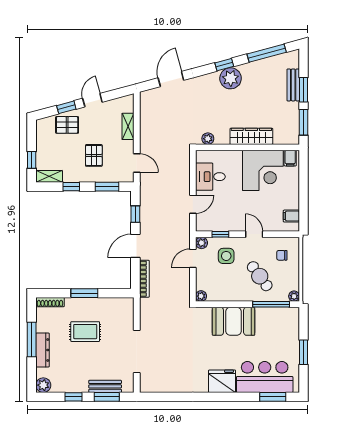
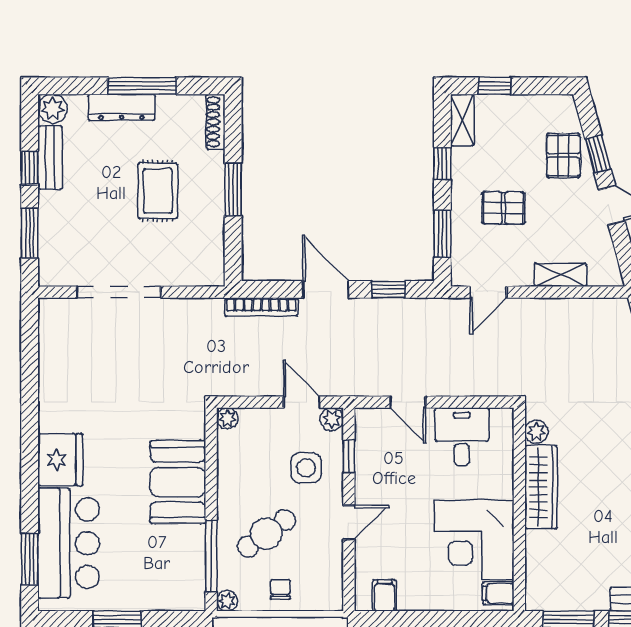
wardrobe: (251, 136) -> (541, 487), moved
chair: (282, 255) -> (280, 589), moved
bench: (105, 386) -> (50, 157), moved

